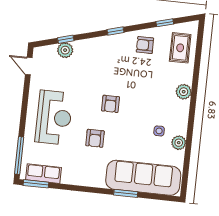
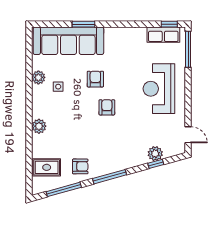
window: (165, 23) -> (64, 189), width x2.17
window: (115, 31) -> (110, 177), width x2.17
rug: (180, 48) -> (47, 167), turned 90
armchair: (95, 138) -> (95, 79), moved
window: (36, 184) -> (169, 24), width x0.67

